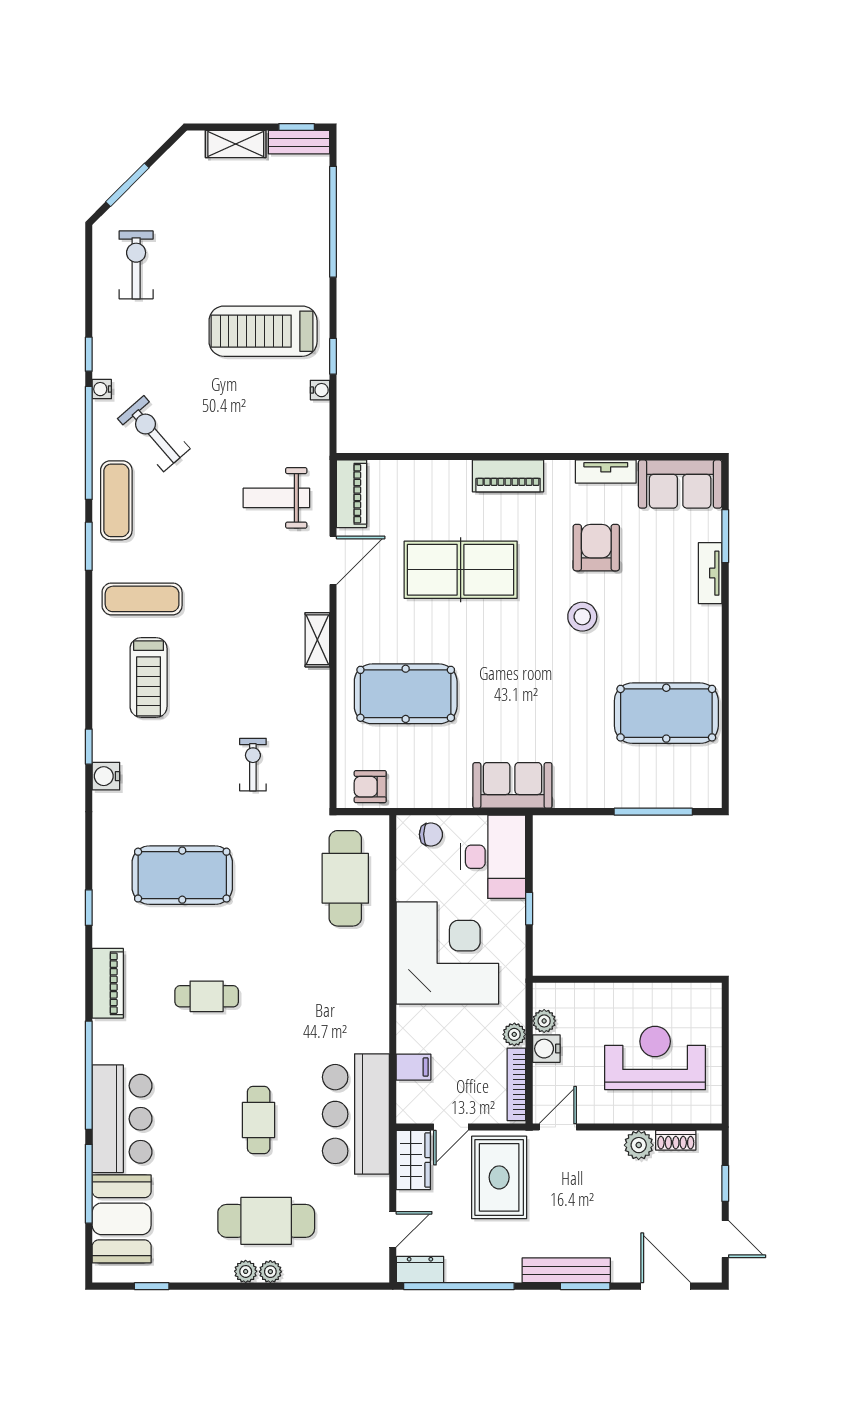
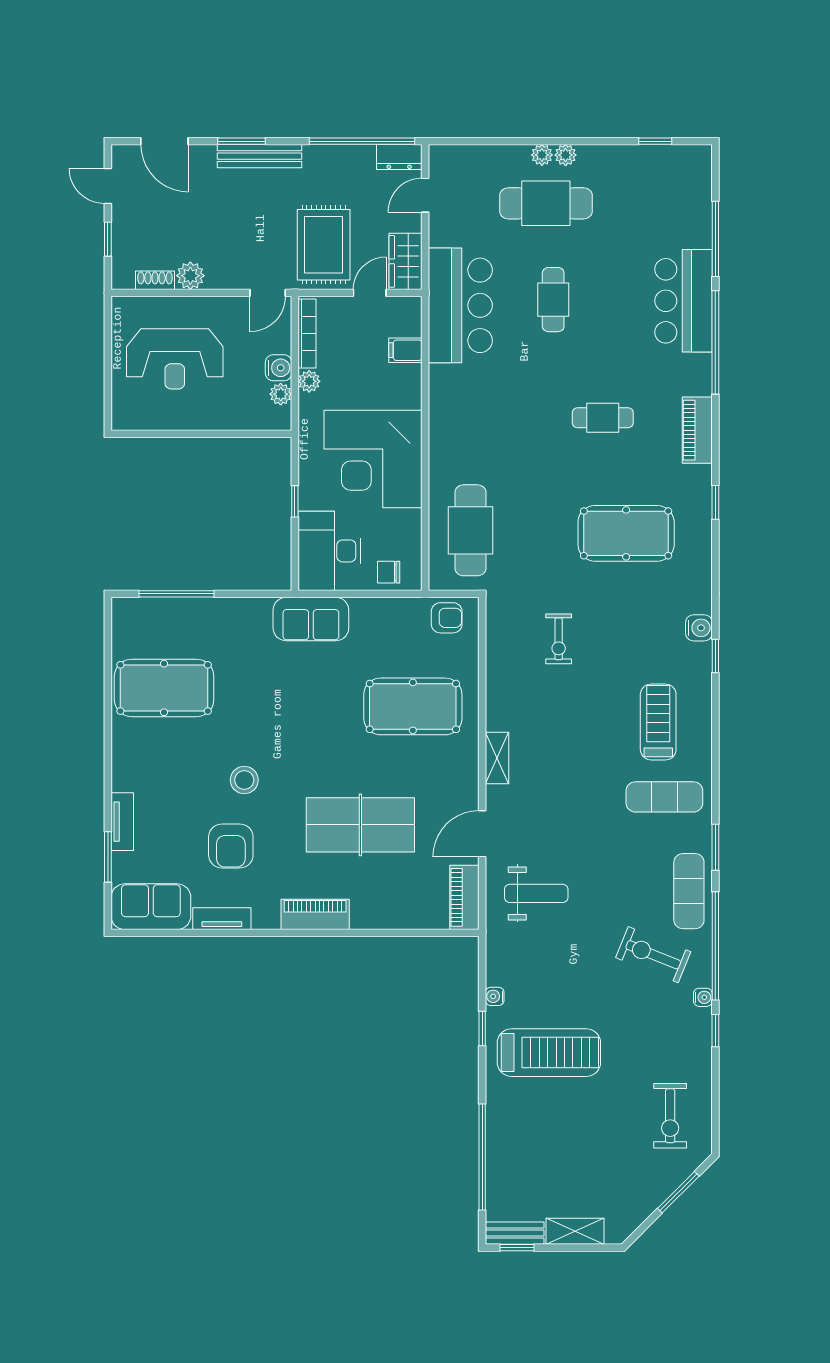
exercise bike: (154, 434) -> (653, 955), turned 153
booth: (122, 1219) -> (684, 205), removed

